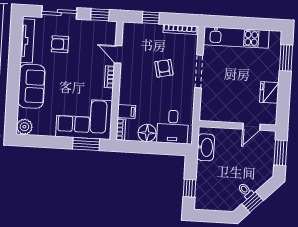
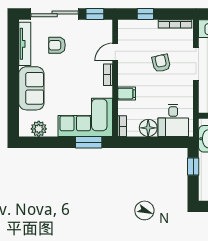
sliding door: (59, 12) -> (55, 14), width x1.37
door: (118, 54) -> (115, 52), hinge flipped
filing cabinet: (126, 111) -> (127, 94), moved
plant: (24, 127) -> (39, 129), moved
window: (189, 188) -> (193, 167), moved

